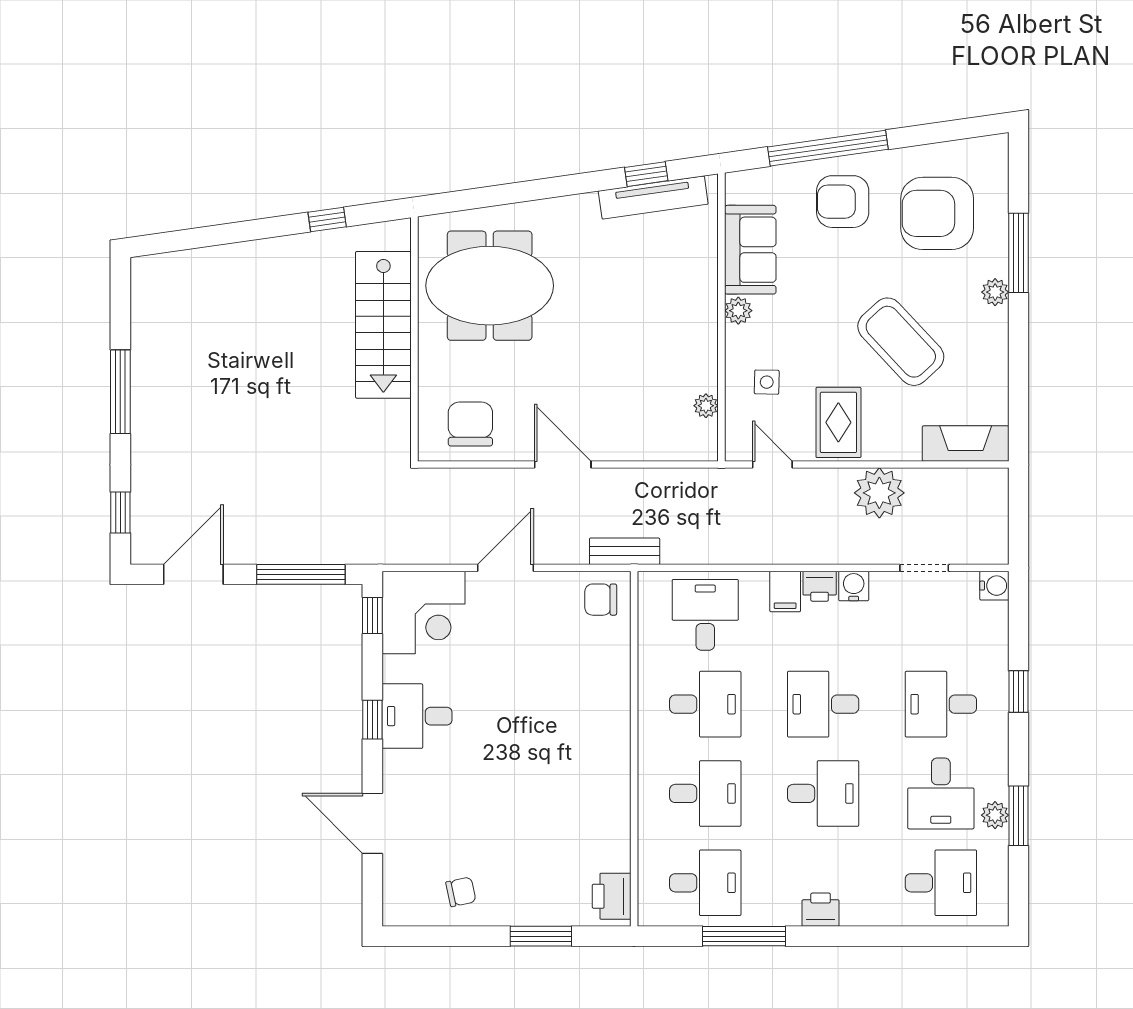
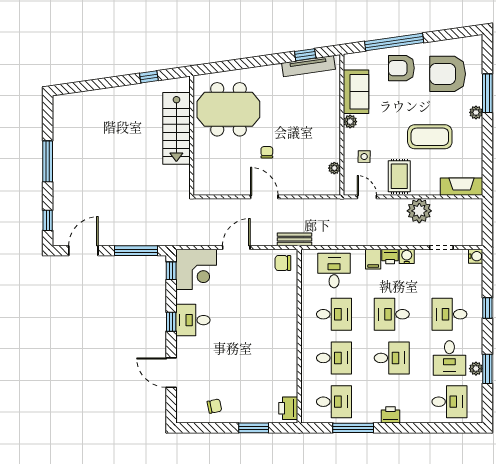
coffee table: (901, 342) -> (430, 137), turned -47
chair: (470, 424) -> (267, 152), moved, width x0.54, depth x0.54

